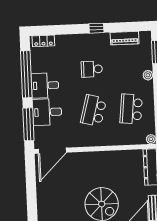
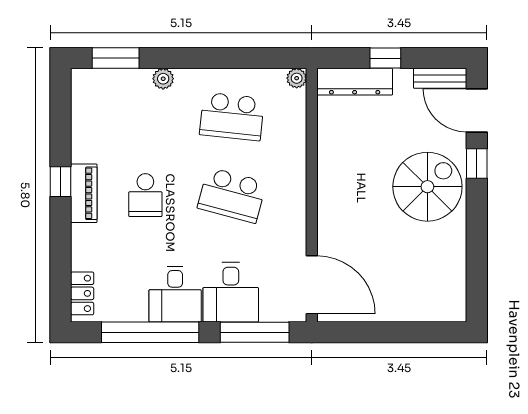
piano: (125, 38) -> (84, 193), moved

